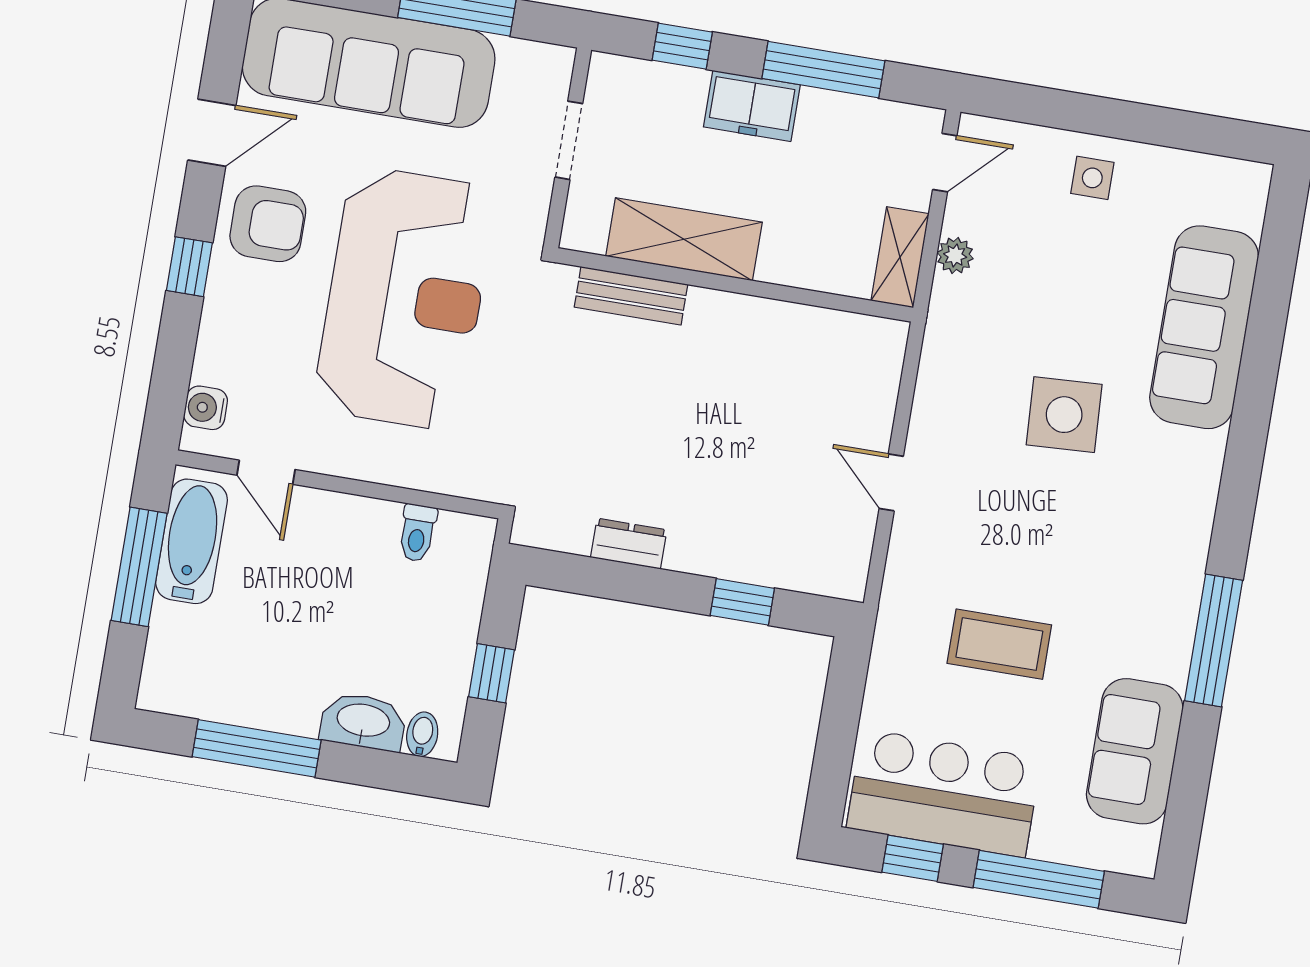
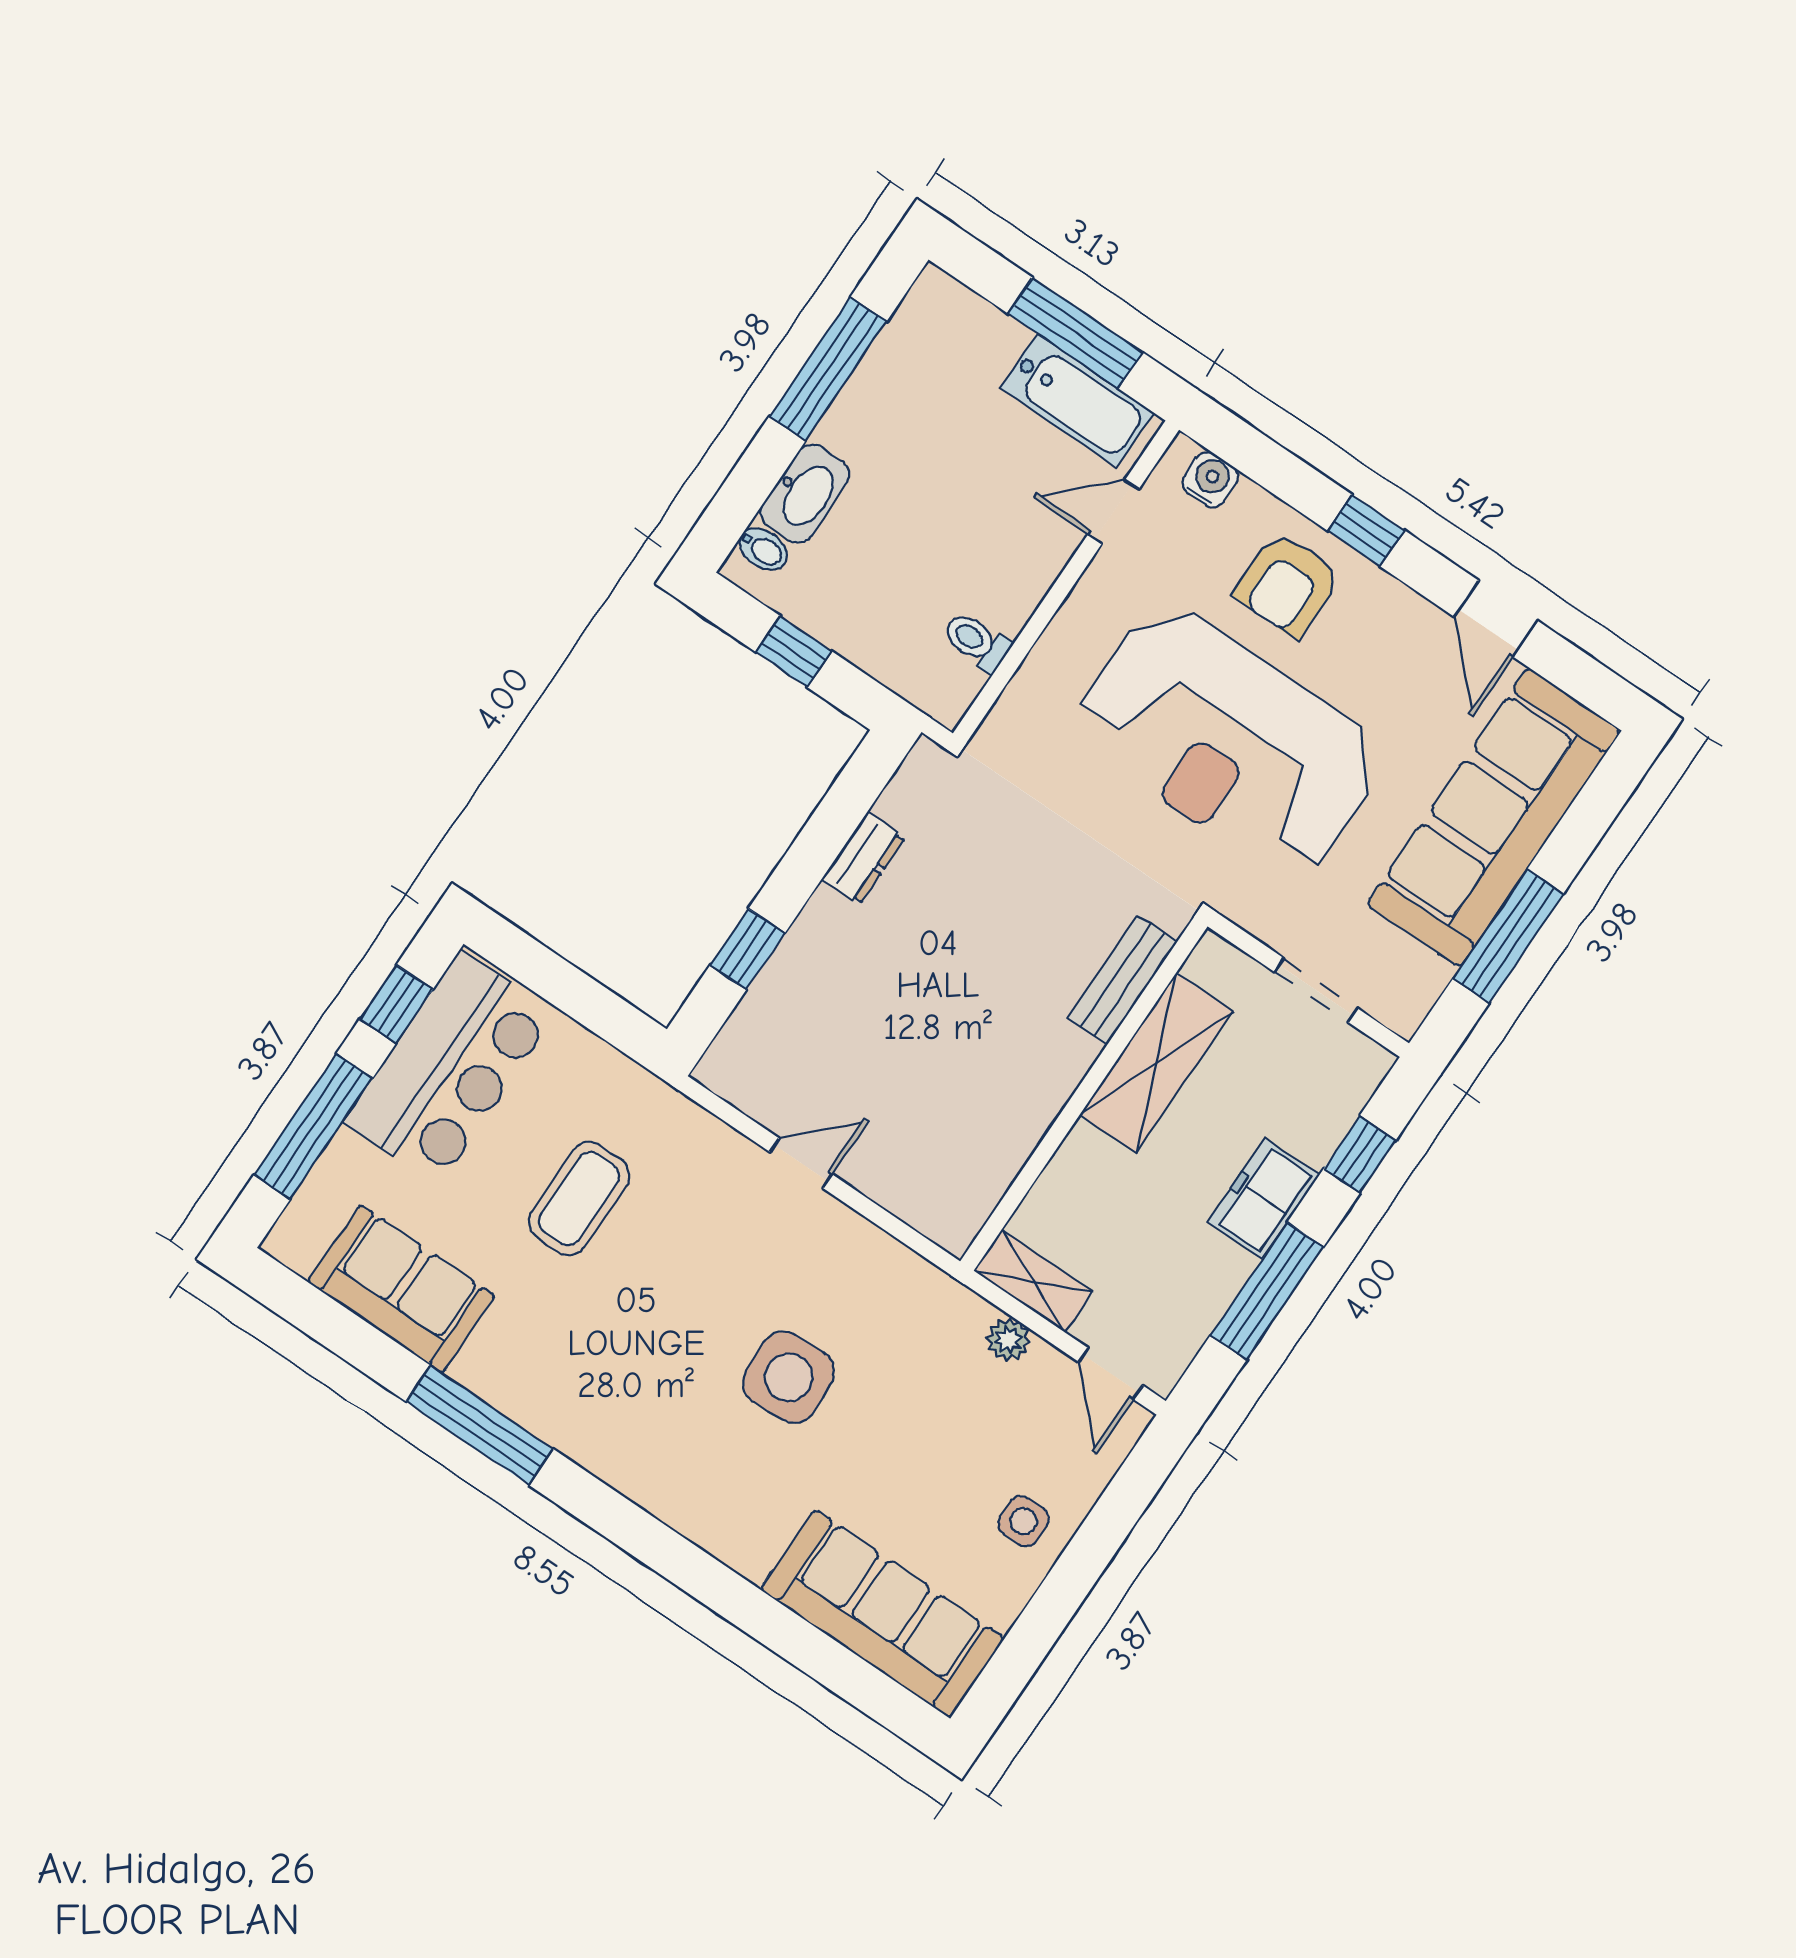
armchair: (268, 224) -> (1288, 584), moved
sofa: (1204, 327) -> (882, 1614), moved

